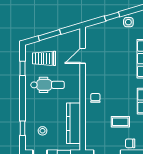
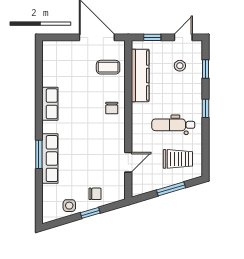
window: (23, 68) -> (206, 108), moved
coffee table: (120, 122) -> (108, 67), moved
chair: (130, 143) -> (95, 194), moved

